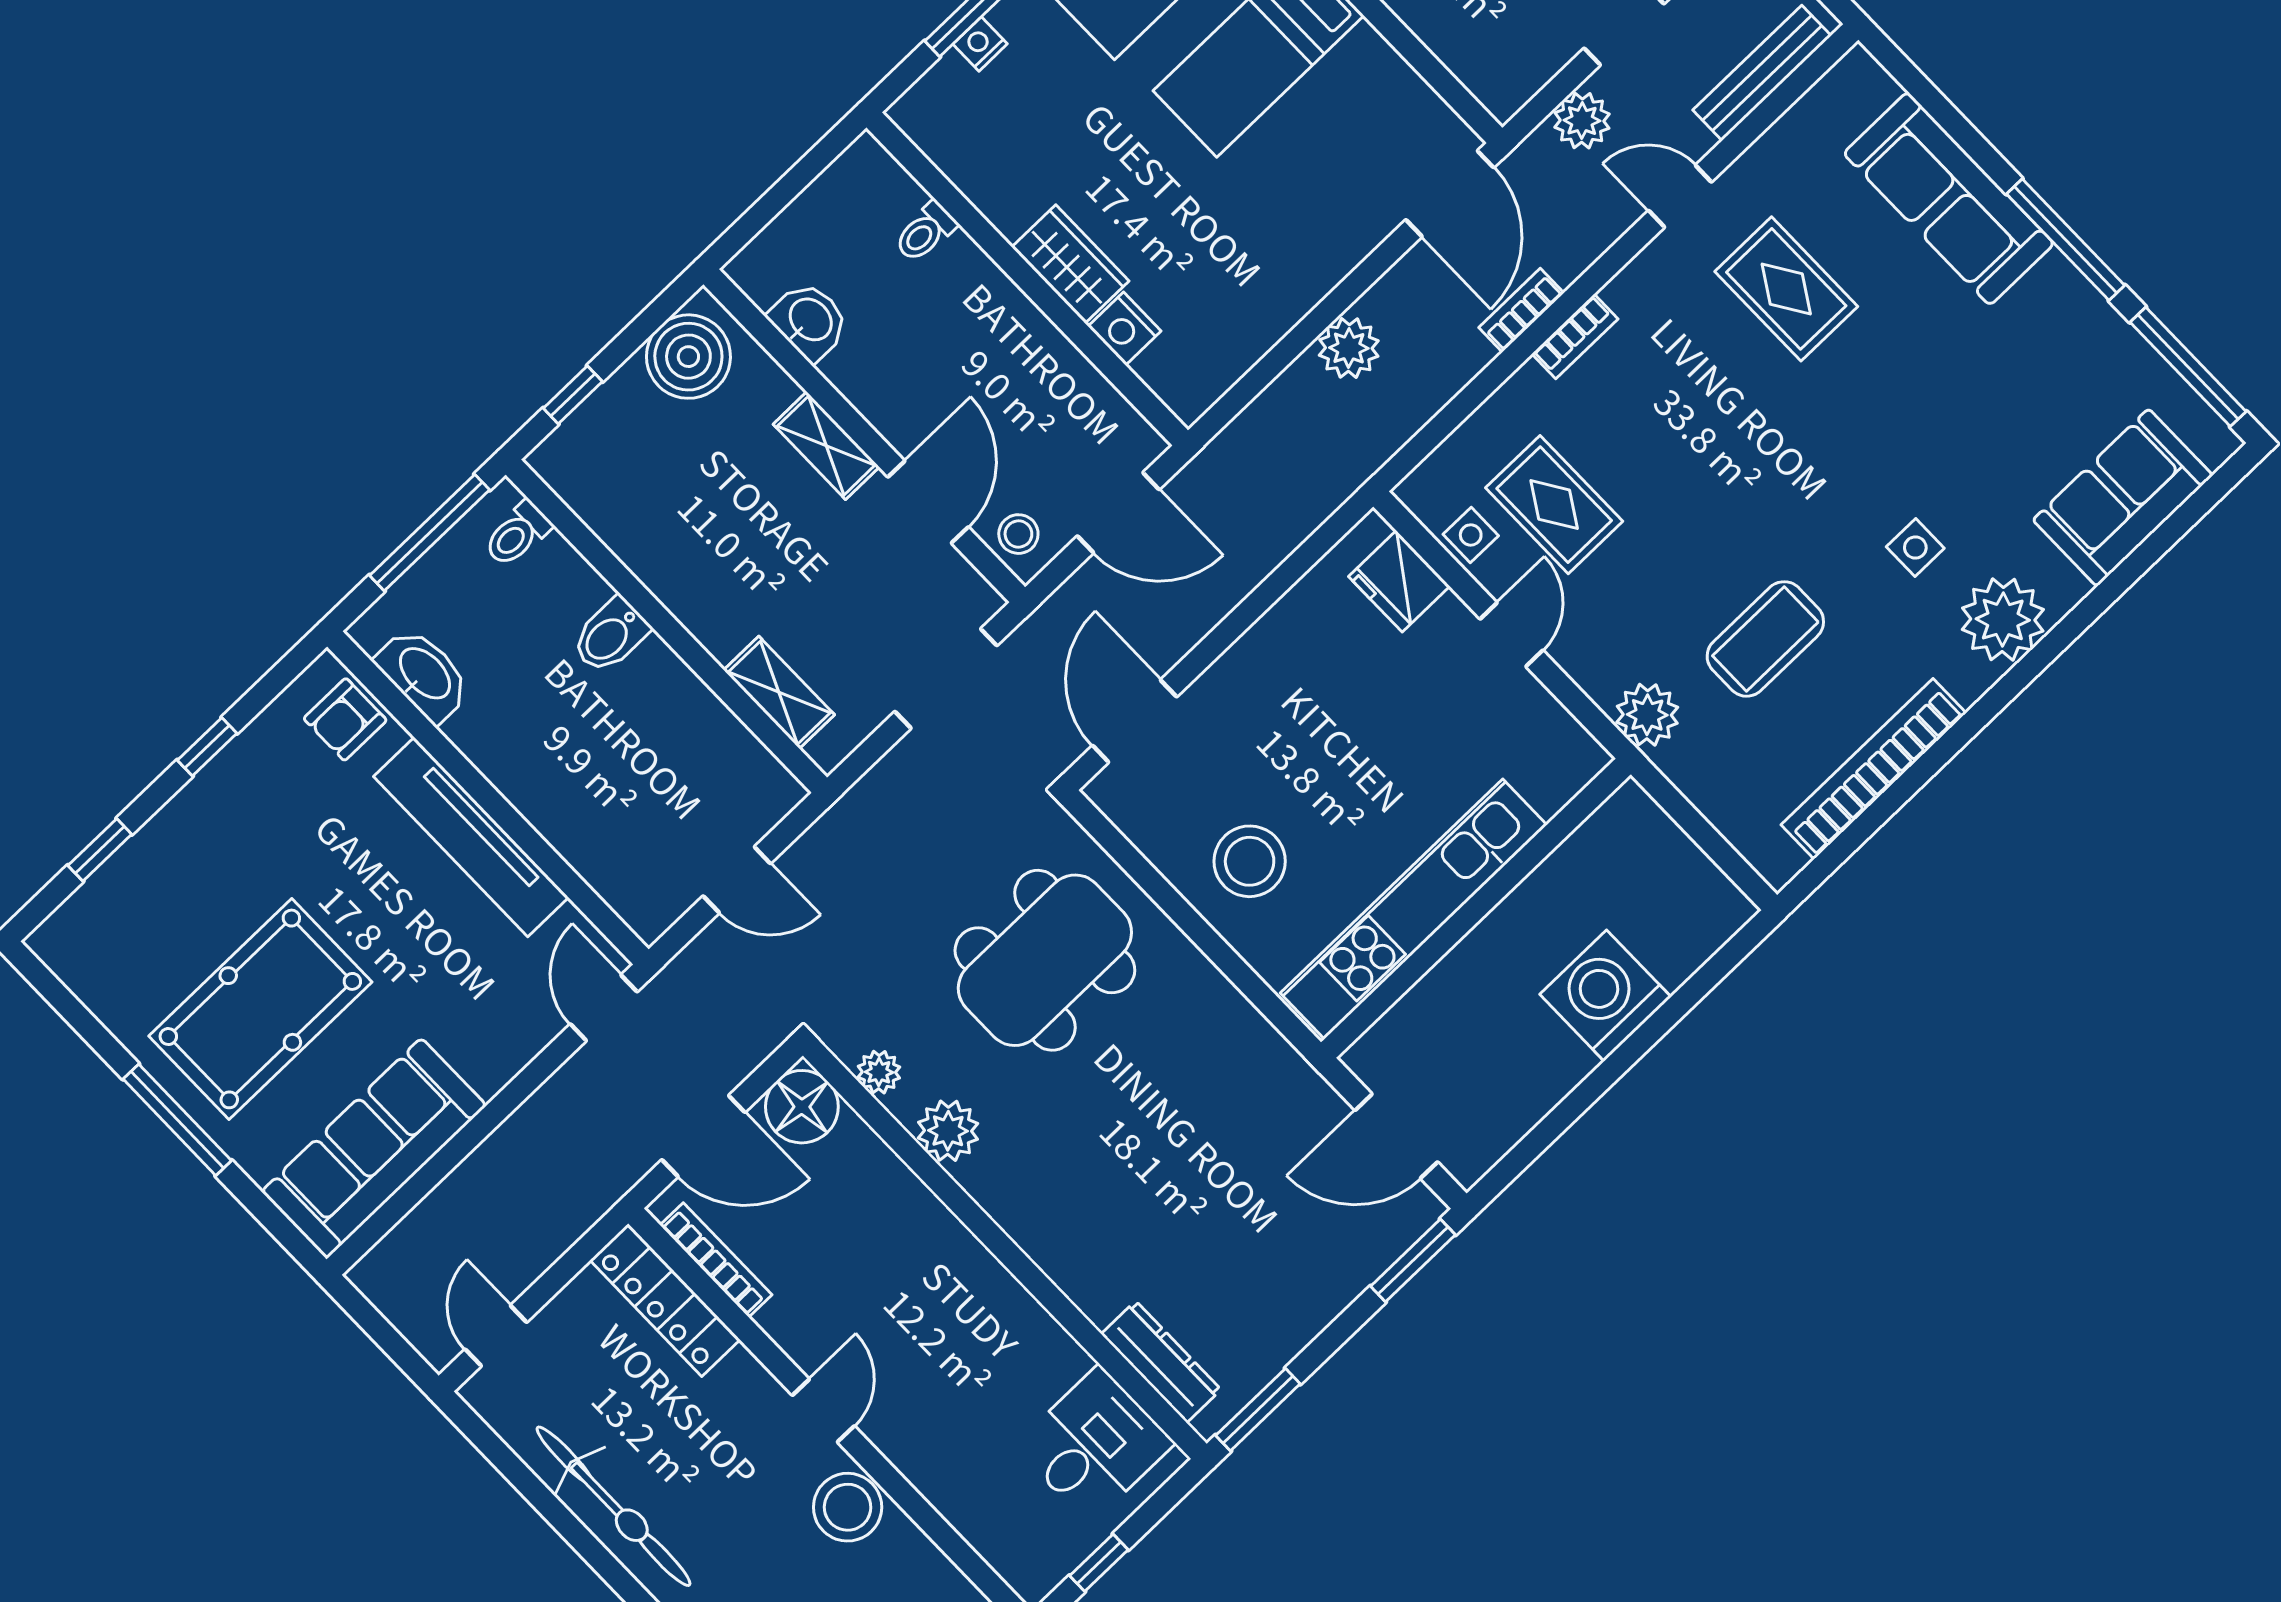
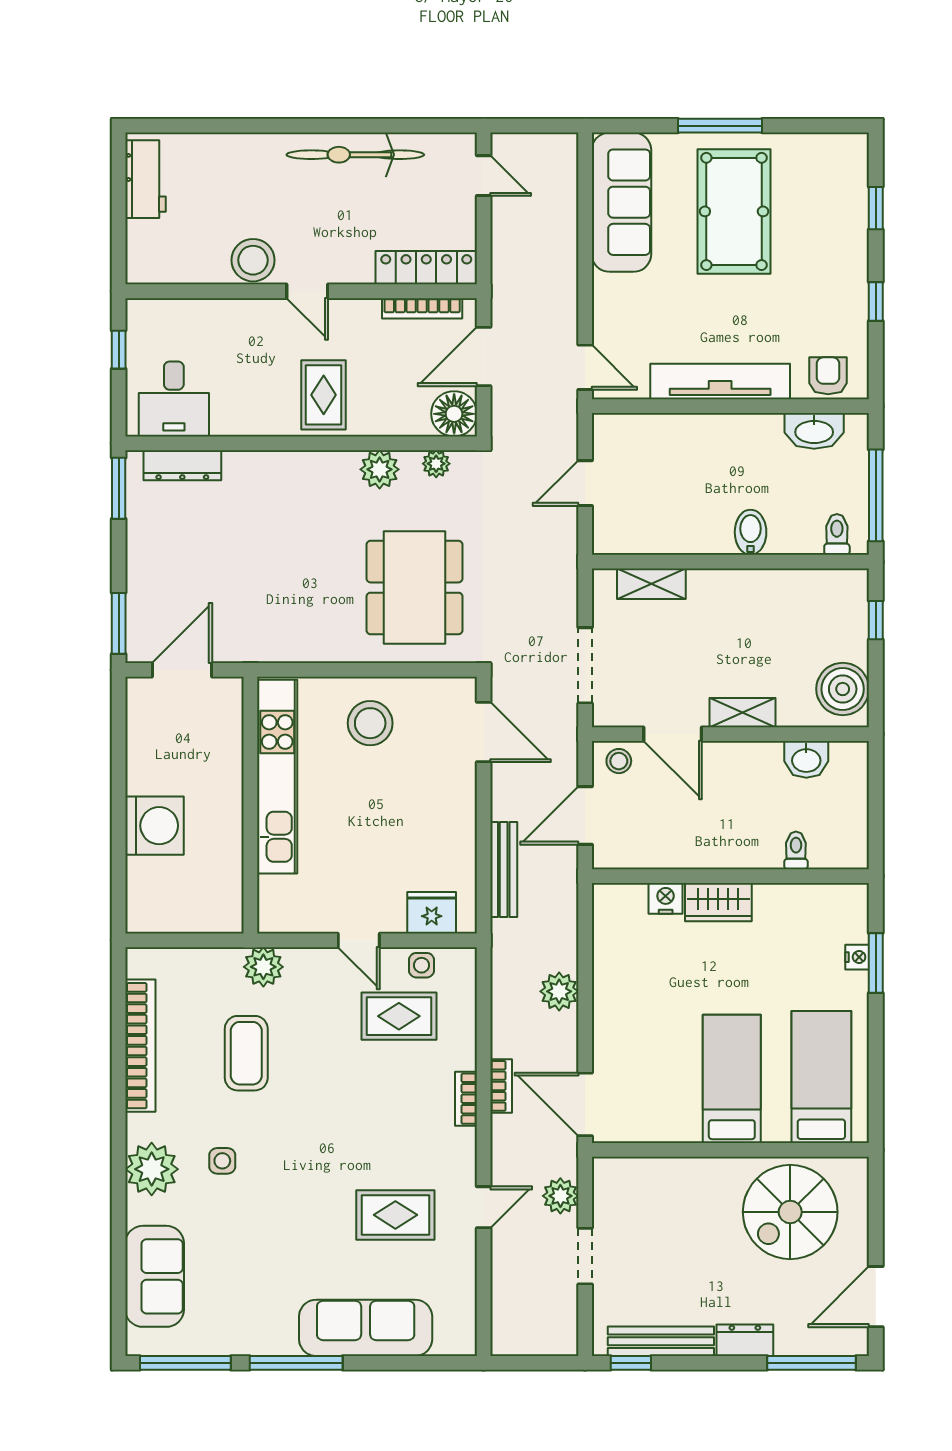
bench: (1762, 73) -> (504, 870), moved
rug: (924, 1277) -> (324, 395), added

